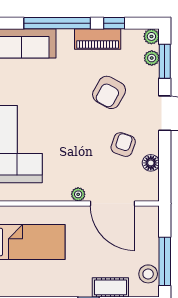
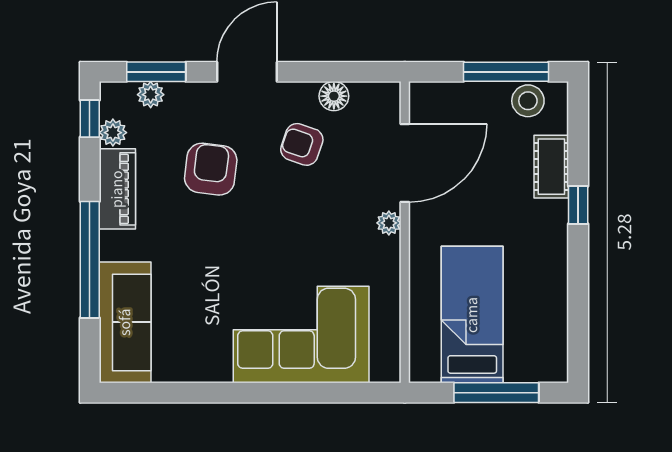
window: (114, 23) -> (90, 119), moved
plant: (151, 36) -> (113, 133), moved
armchair: (109, 92) -> (211, 169), turned -112

